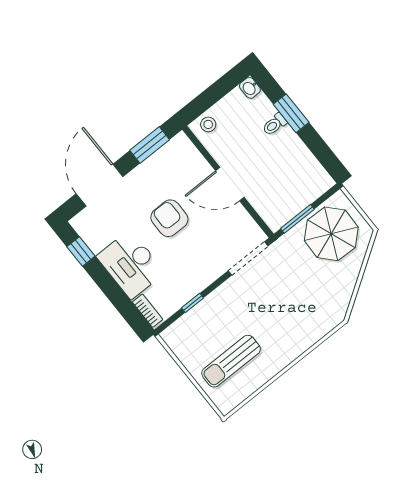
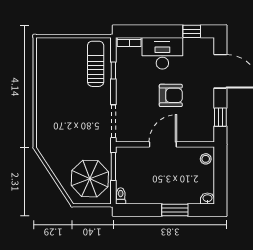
toilet: (275, 124) -> (121, 196), moved
window: (150, 145) -> (220, 117), width x0.67
sun lounger: (231, 361) -> (96, 64), moved

